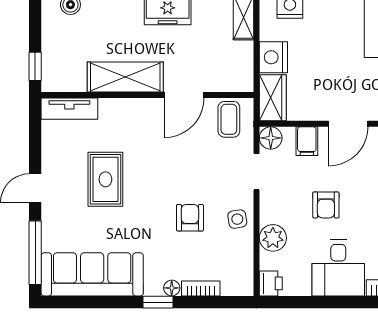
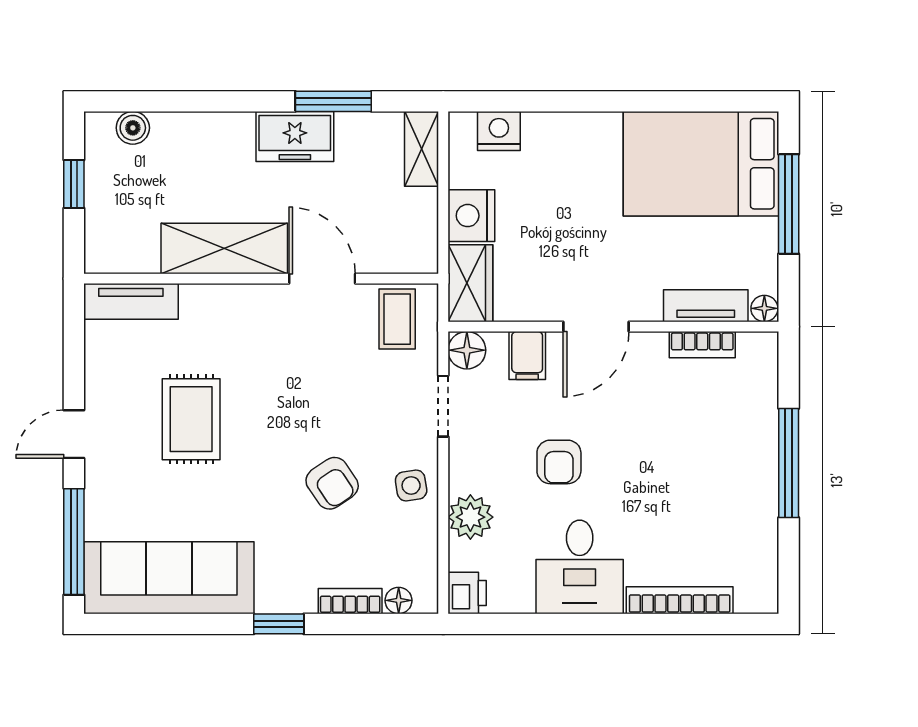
window: (35, 66) -> (74, 184), moved
door: (184, 95) -> (322, 279), swing flipped
armchair: (190, 218) -> (332, 483), turned 146
floor lamp: (172, 288) -> (399, 600), moved

